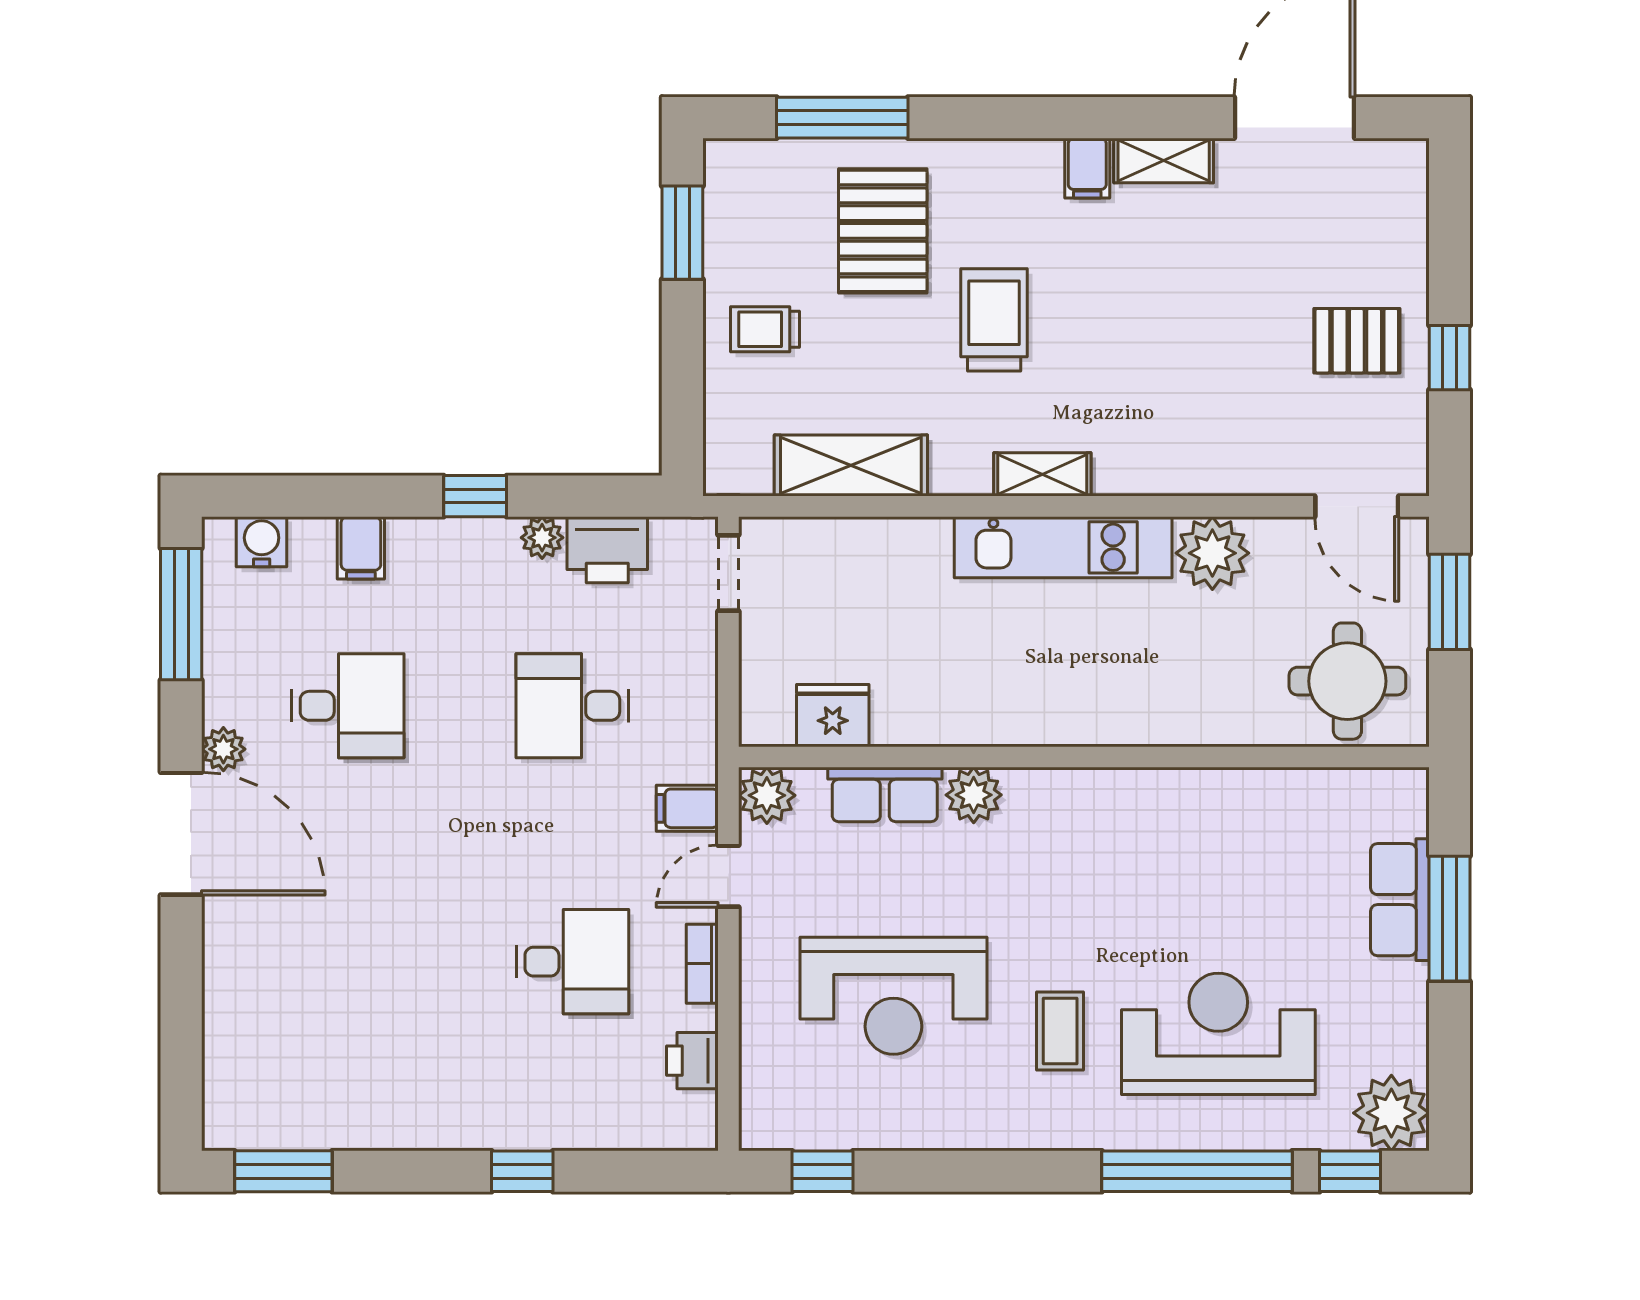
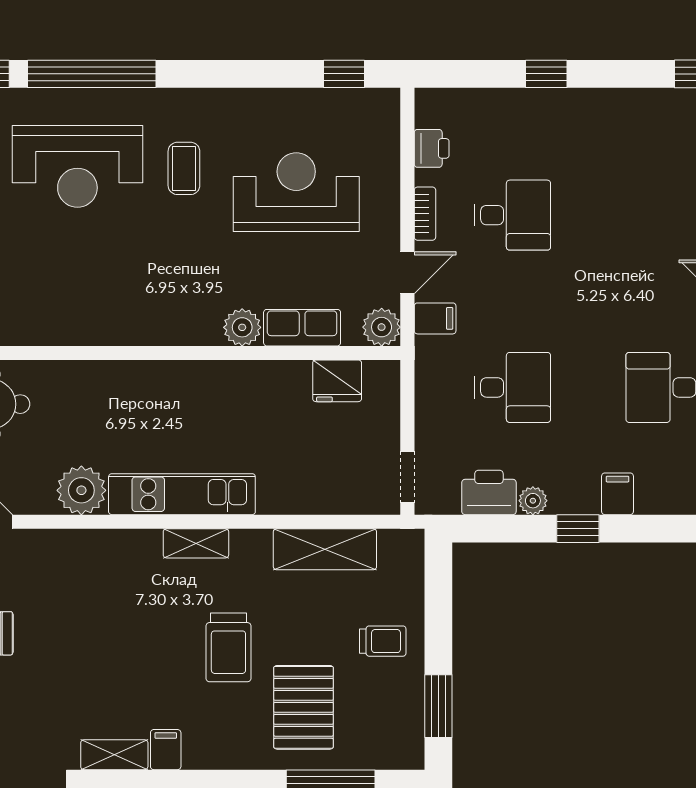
filing cabinet: (361, 548) -> (617, 494), moved
desk: (572, 962) -> (513, 215), turned 180

